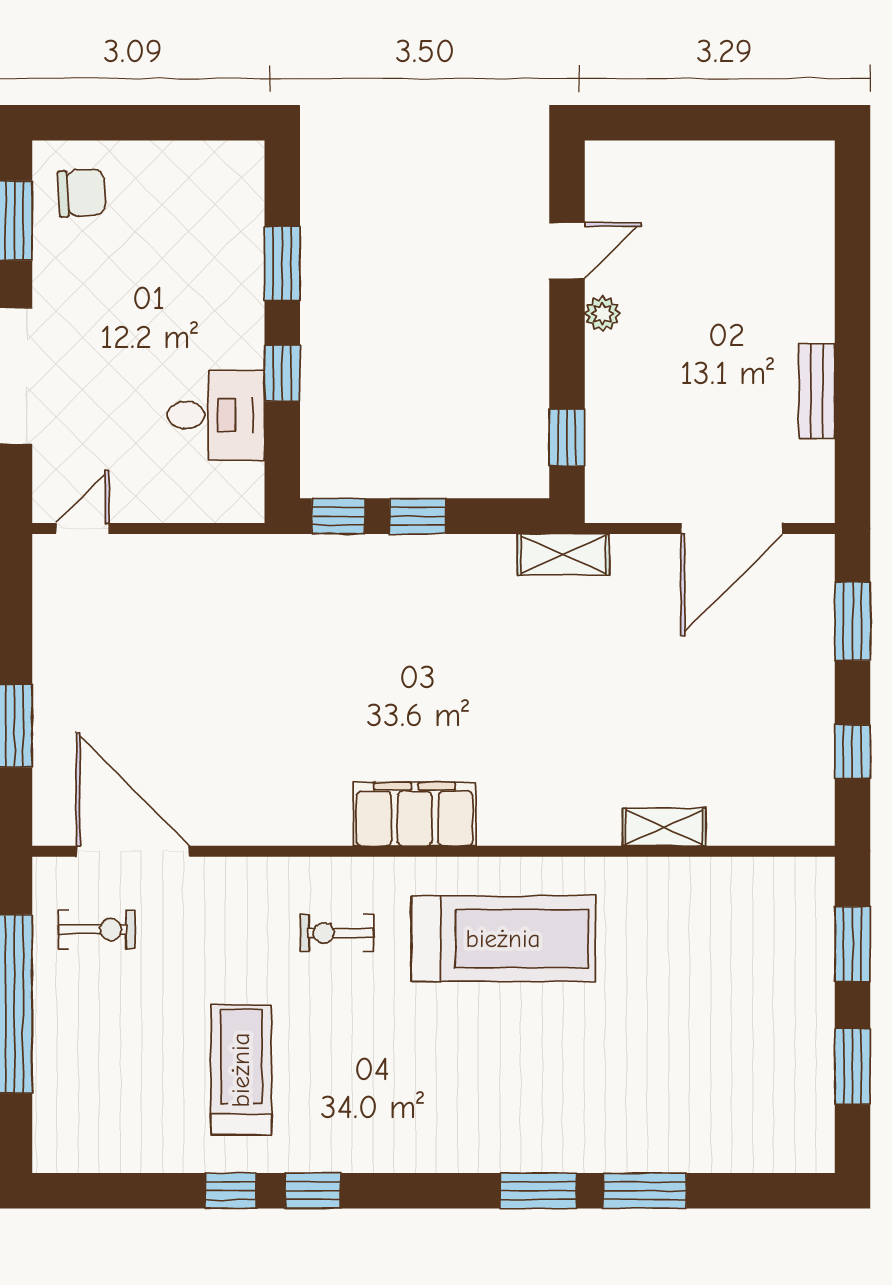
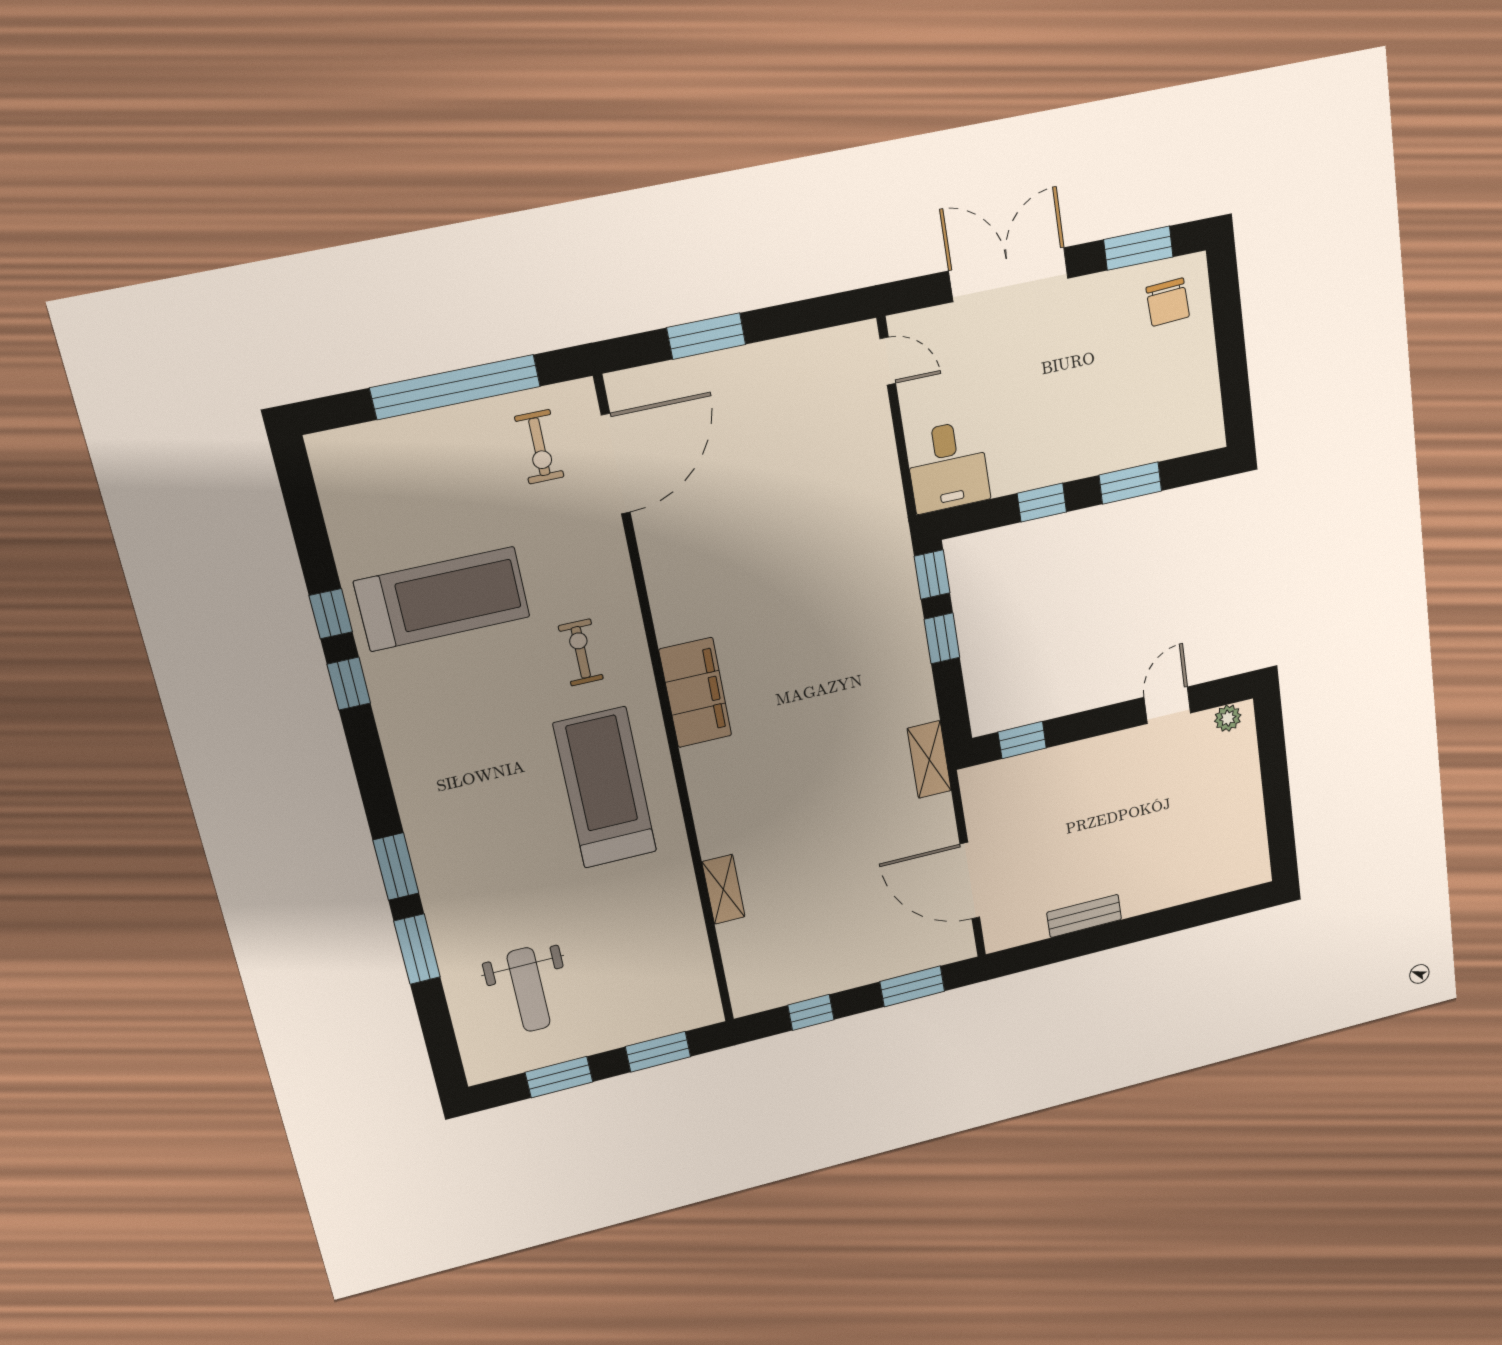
door: (567, 251) -> (1167, 705), swing flipped
plant: (602, 314) -> (1228, 718), moved
desk: (216, 415) -> (948, 467), moved
treadmill: (503, 939) -> (605, 788), turned 180
treadmill: (241, 1070) -> (442, 599), width x1.37, depth x1.38
weight bench: (730, 1077) -> (529, 990), added

